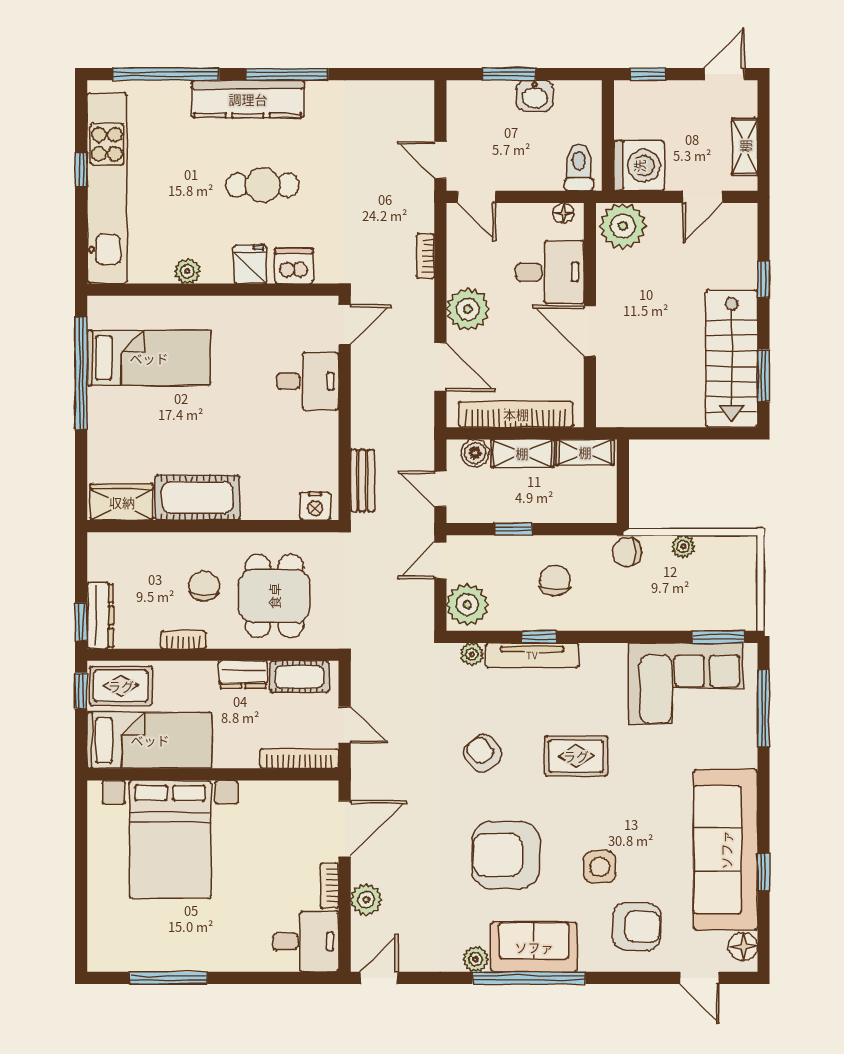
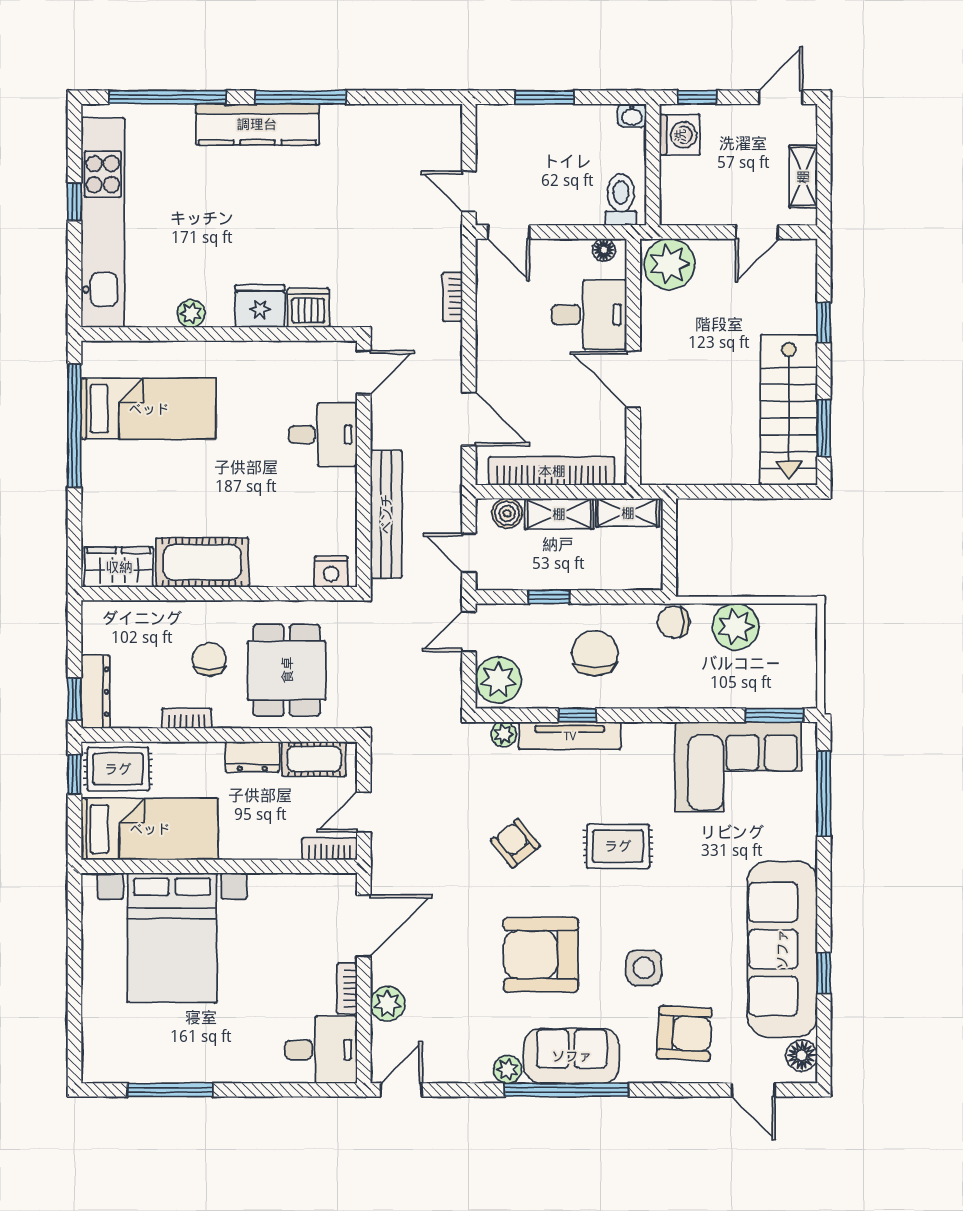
washbasin: (535, 96) -> (632, 116), moved, width x0.72, depth x0.69
washing machine: (639, 166) -> (680, 135), moved, width x0.73, depth x0.73
cafe table: (262, 185) -> (274, 219), removed
fridge: (250, 264) -> (260, 306), width x1.38
plant: (468, 309) -> (499, 355), removed
bench: (362, 481) -> (386, 514), width x1.86, depth x1.21
plant: (683, 546) -> (736, 627), width x1.88, depth x1.88
chair: (555, 580) -> (595, 653), width x1.37, depth x1.37
door: (345, 725) -> (364, 812), swing flipped
bookcase: (299, 758) -> (330, 849), width x0.64

